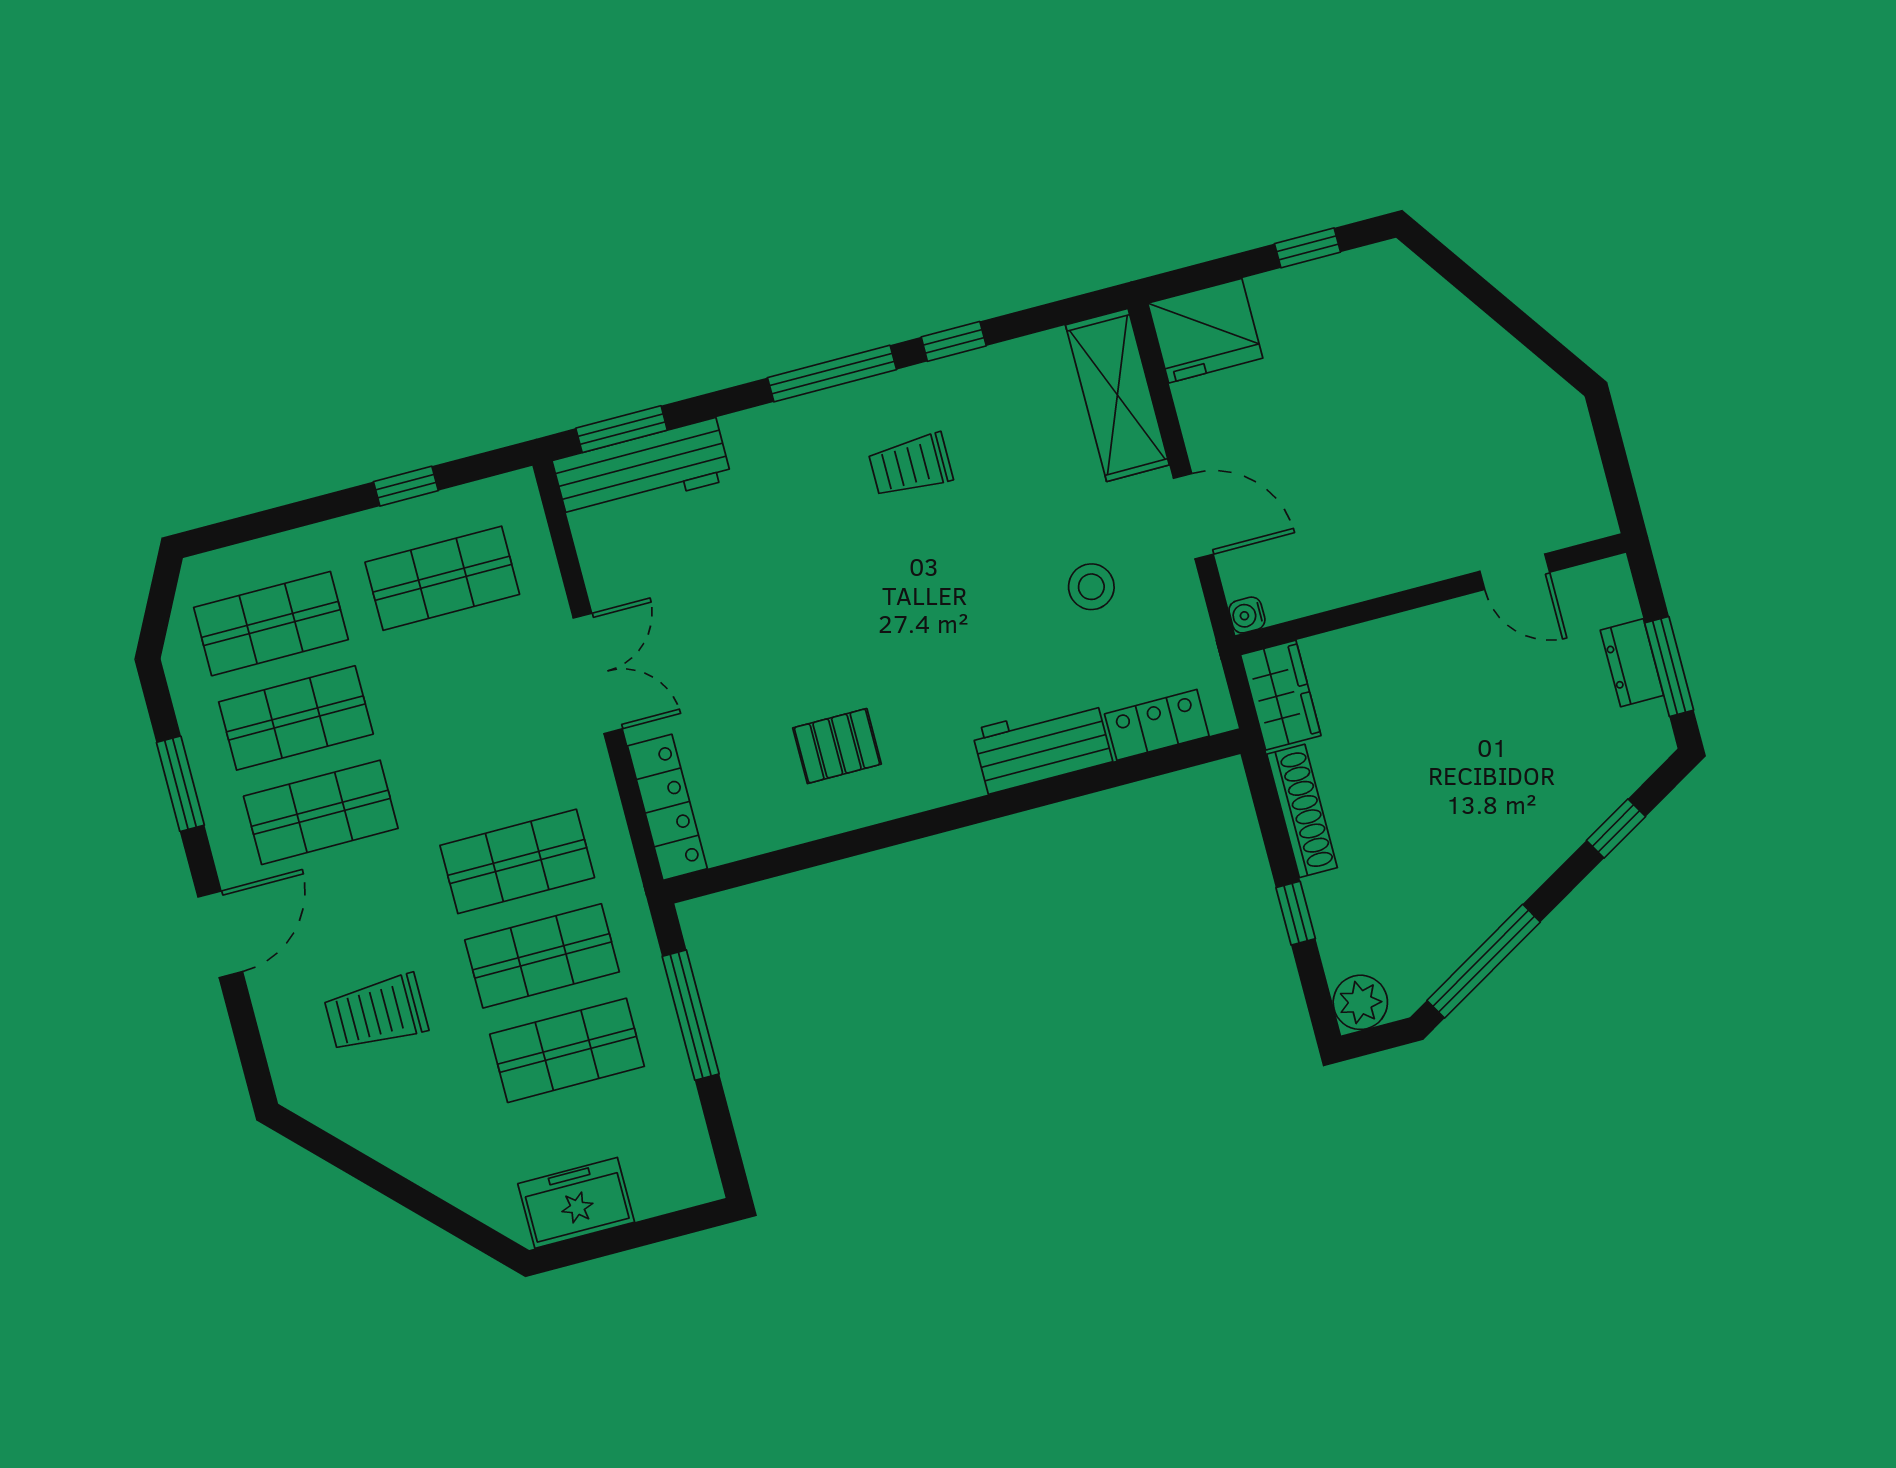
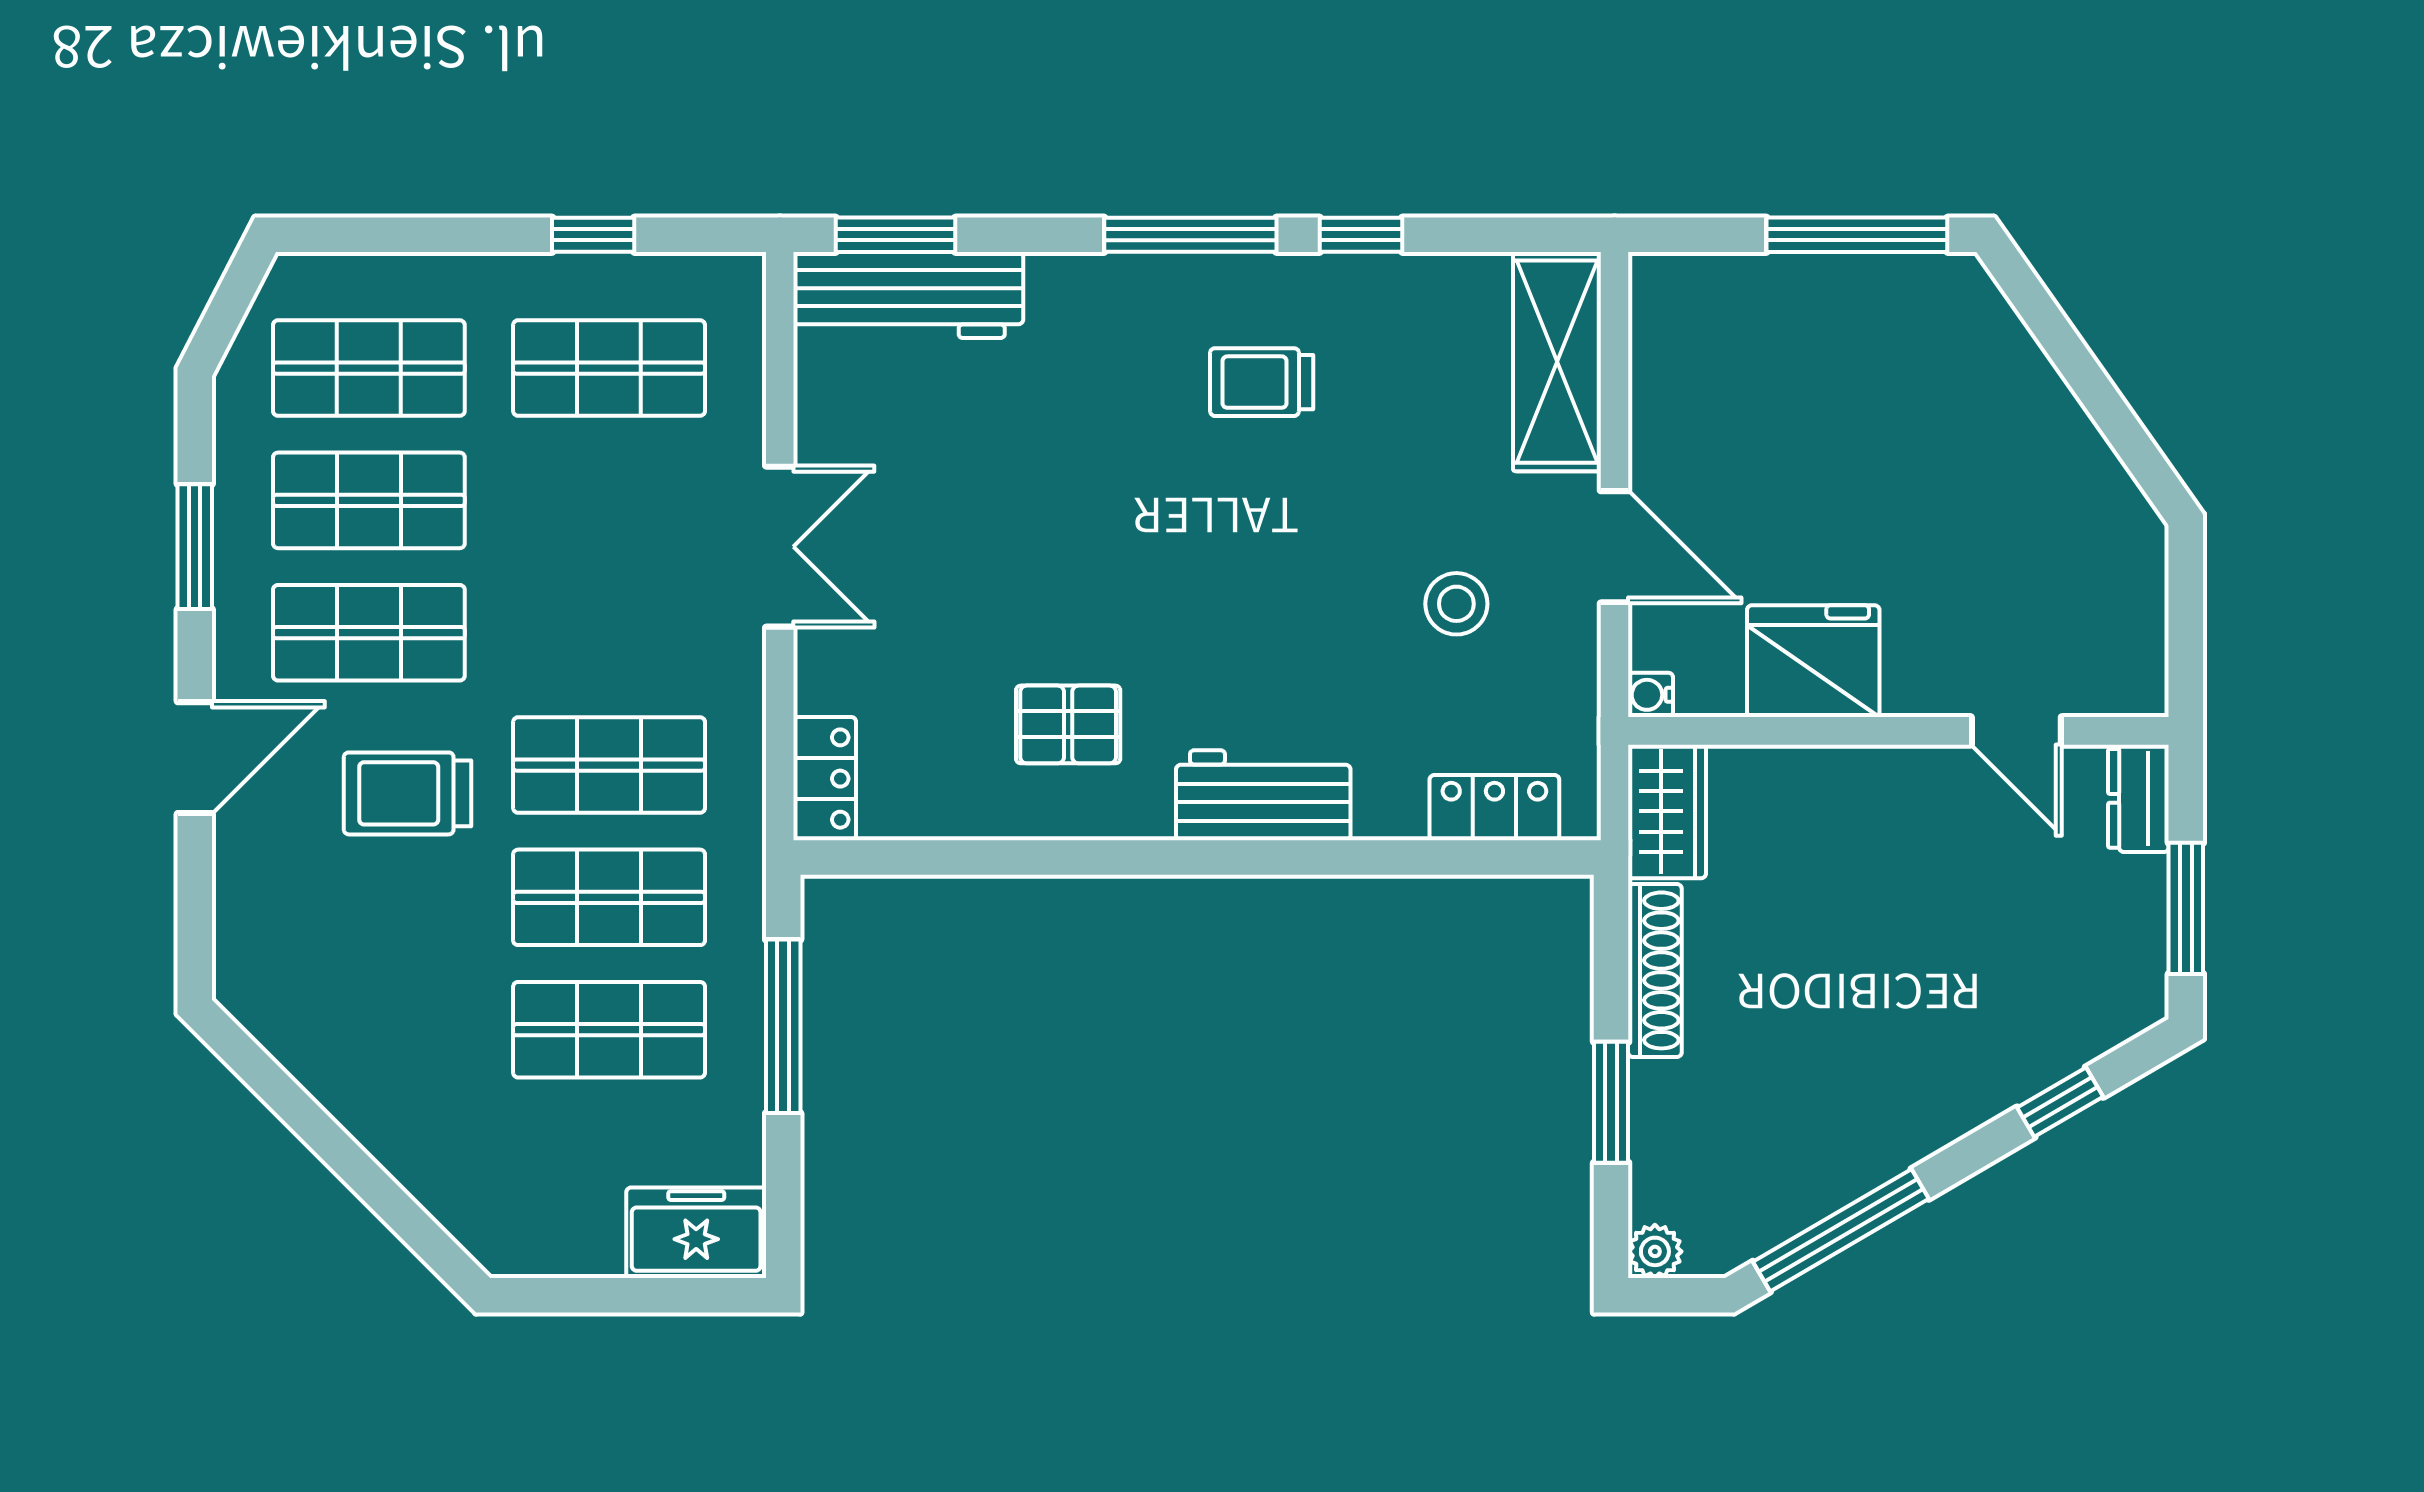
window: (1308, 248) -> (1857, 235), width x2.17
fridge: (1205, 331) -> (1813, 661), moved, turned 180
dresser: (1632, 663) -> (2138, 798), moved
workbench: (1042, 746) -> (1263, 795), moved
locker: (667, 807) -> (825, 779), width x0.66
window: (1296, 913) -> (1611, 1102), width x1.50
plant: (1360, 1002) -> (1655, 1251), width x0.73, depth x0.73
trolley: (376, 1013) -> (408, 793), moved
freezer: (576, 1203) -> (696, 1233), moved

